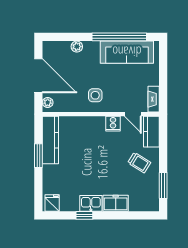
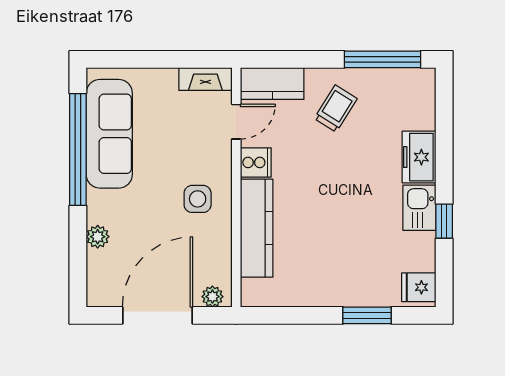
kitchen counter: (50, 140) -> (257, 228), moved, turned 90
window: (38, 156) -> (367, 315), moved
window: (163, 185) -> (383, 59), width x1.44

